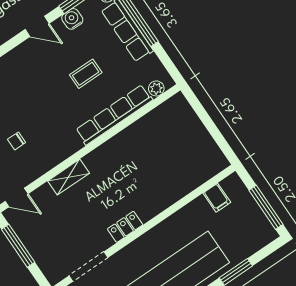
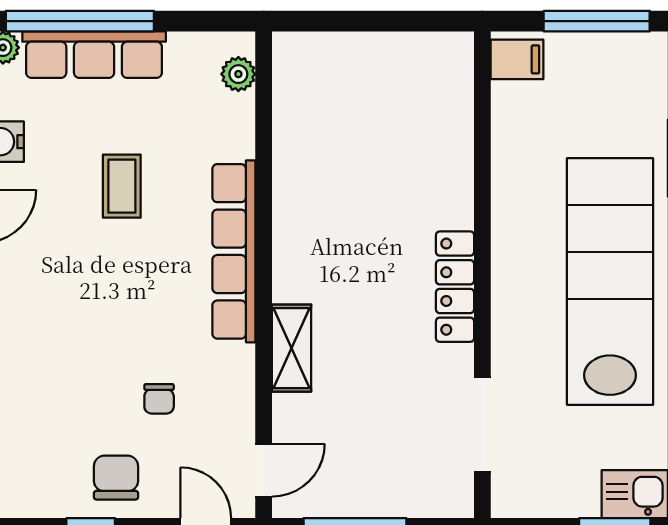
row of seats: (114, 115) -> (234, 251), moved
filing cabinet: (217, 198) -> (517, 59), moved
locker: (125, 227) -> (455, 287), width x1.53

